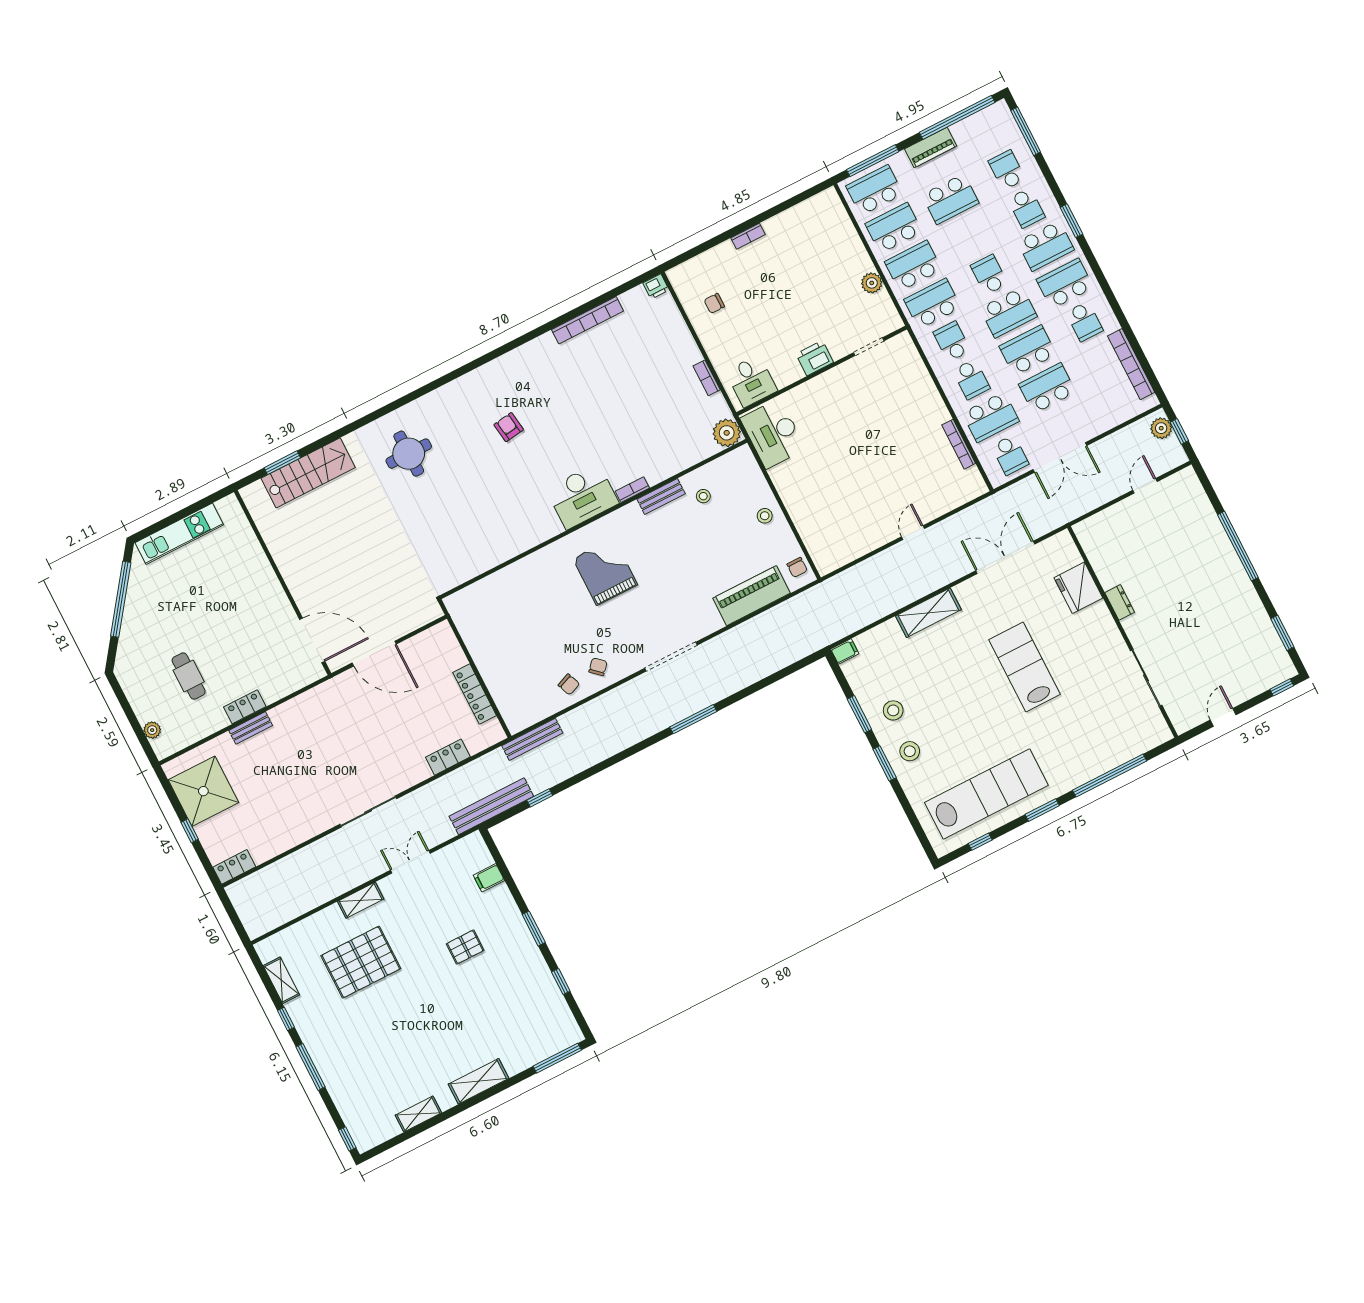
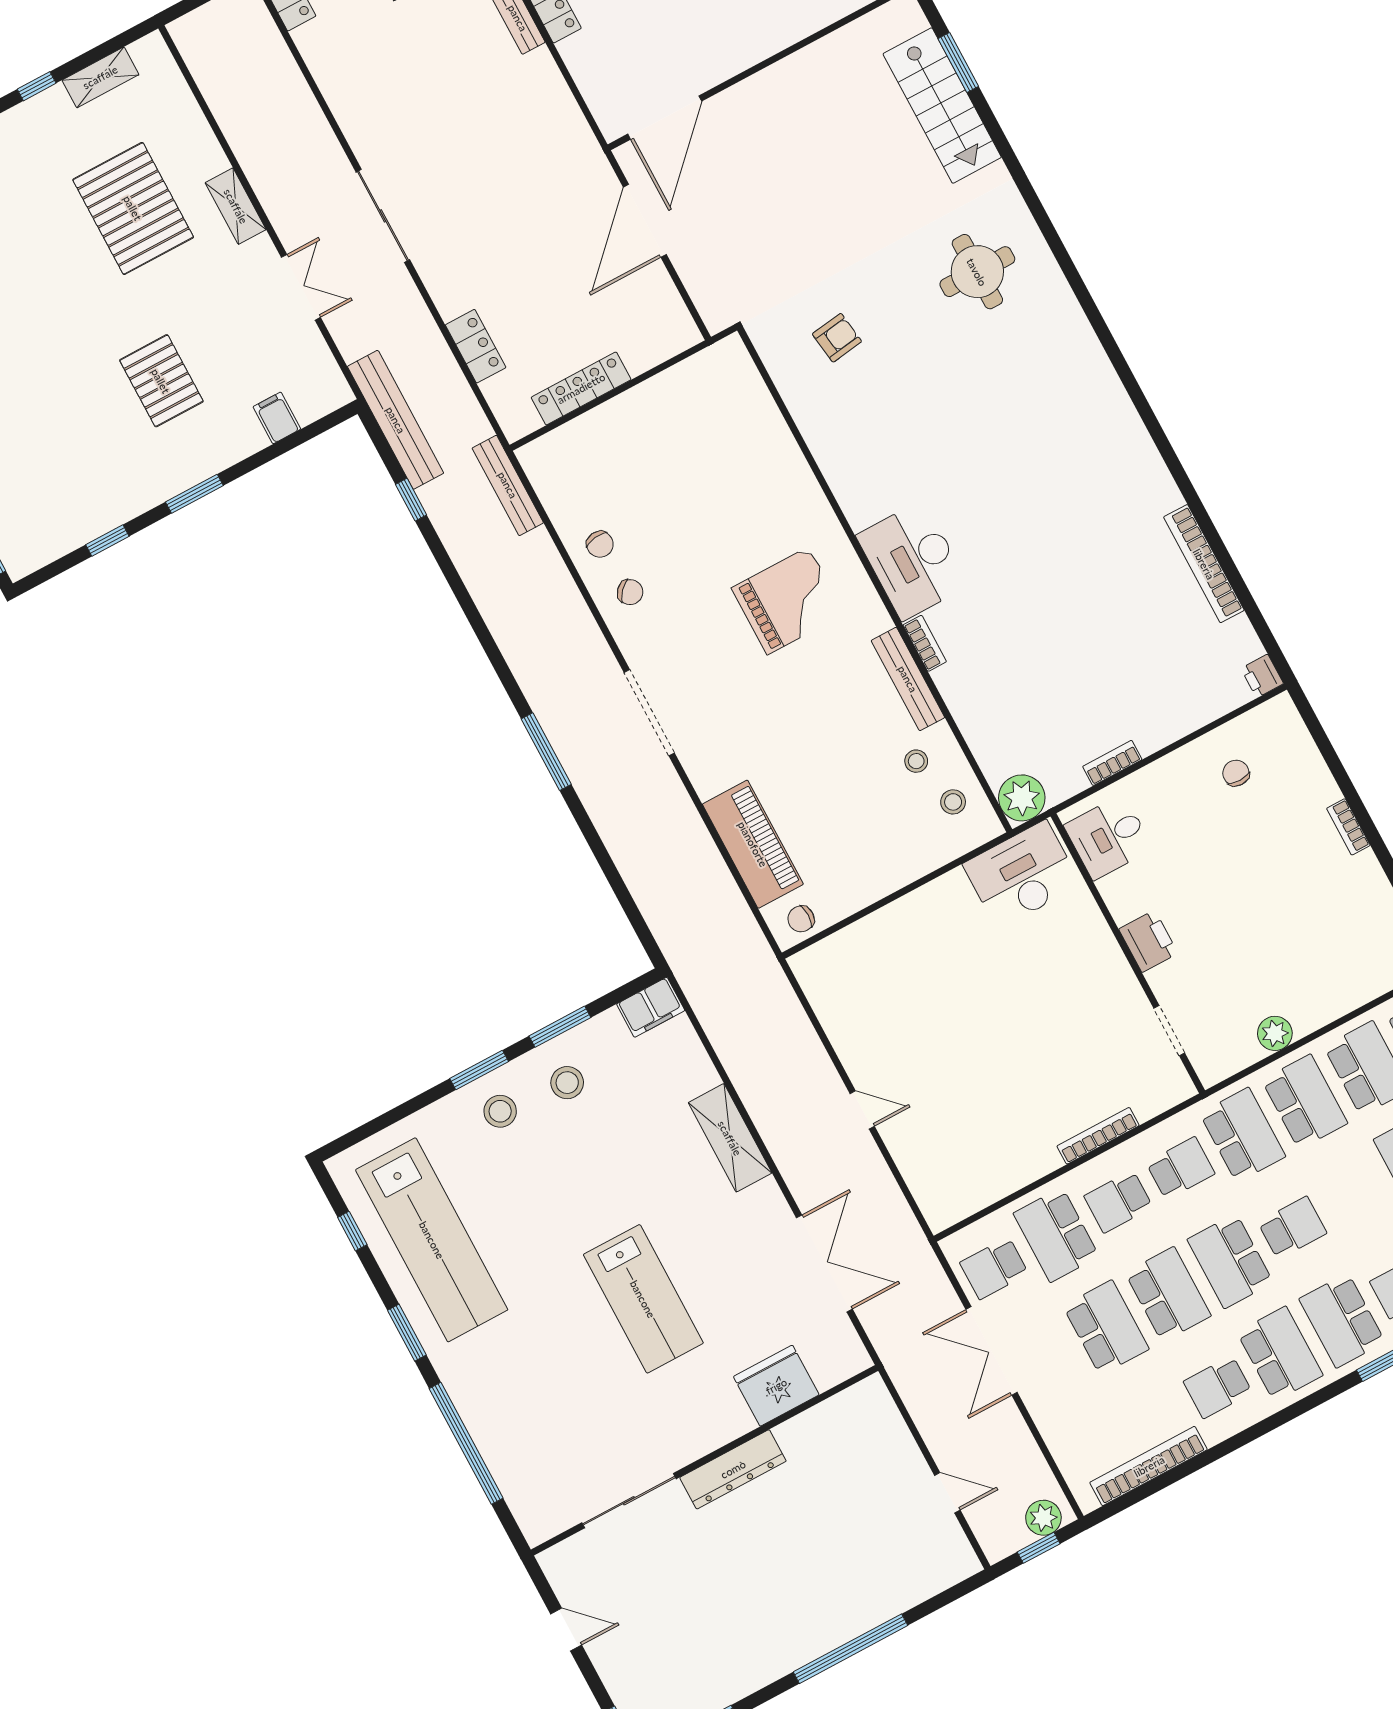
armchair: (509, 427) -> (837, 338), moved
bookcase: (959, 444) -> (1098, 1136), moved
bench: (661, 496) -> (908, 679), width x1.36
stool: (765, 516) -> (953, 802), moved
dresser: (1120, 602) -> (733, 1469), width x1.96, depth x1.24
filing cabinet: (845, 651) -> (651, 1007), width x2.00
lab bench: (1024, 667) -> (643, 1299), turned 90
chair: (569, 684) -> (600, 544), turned -76
pallet: (465, 947) -> (161, 381), width x1.50, depth x1.42

